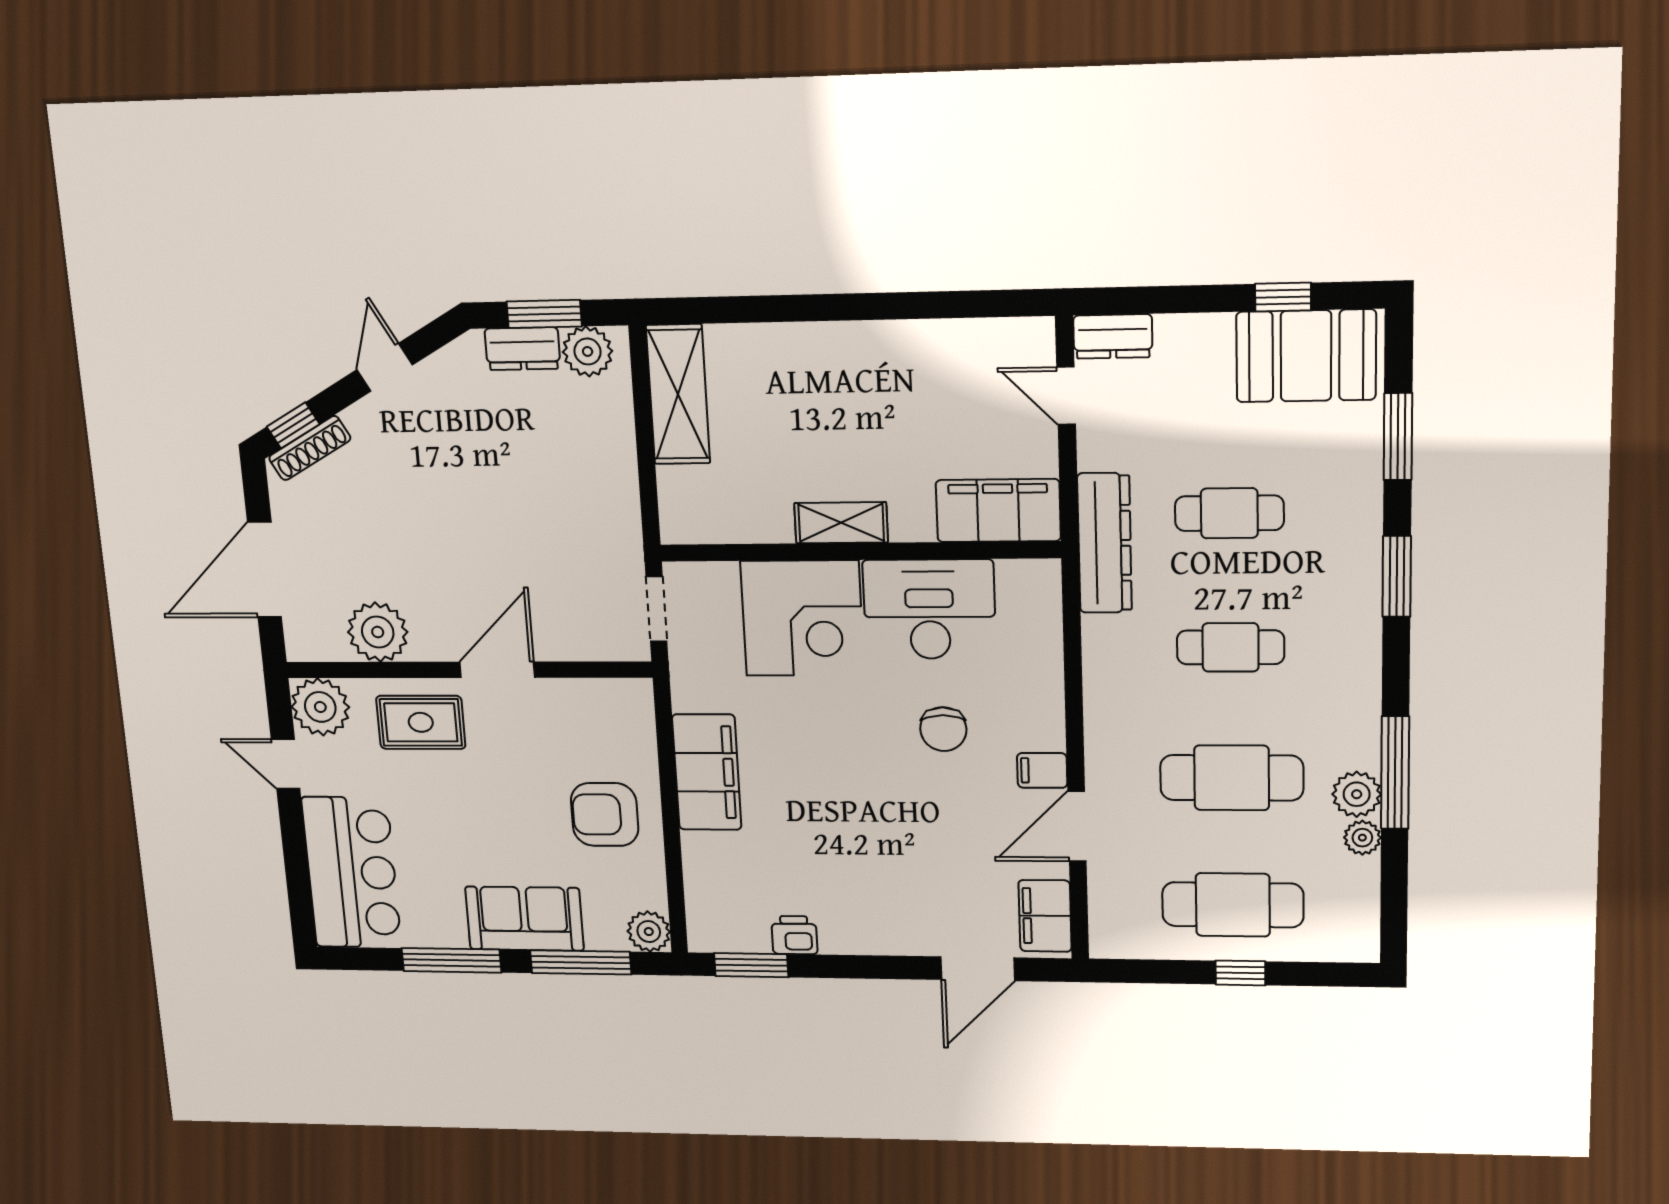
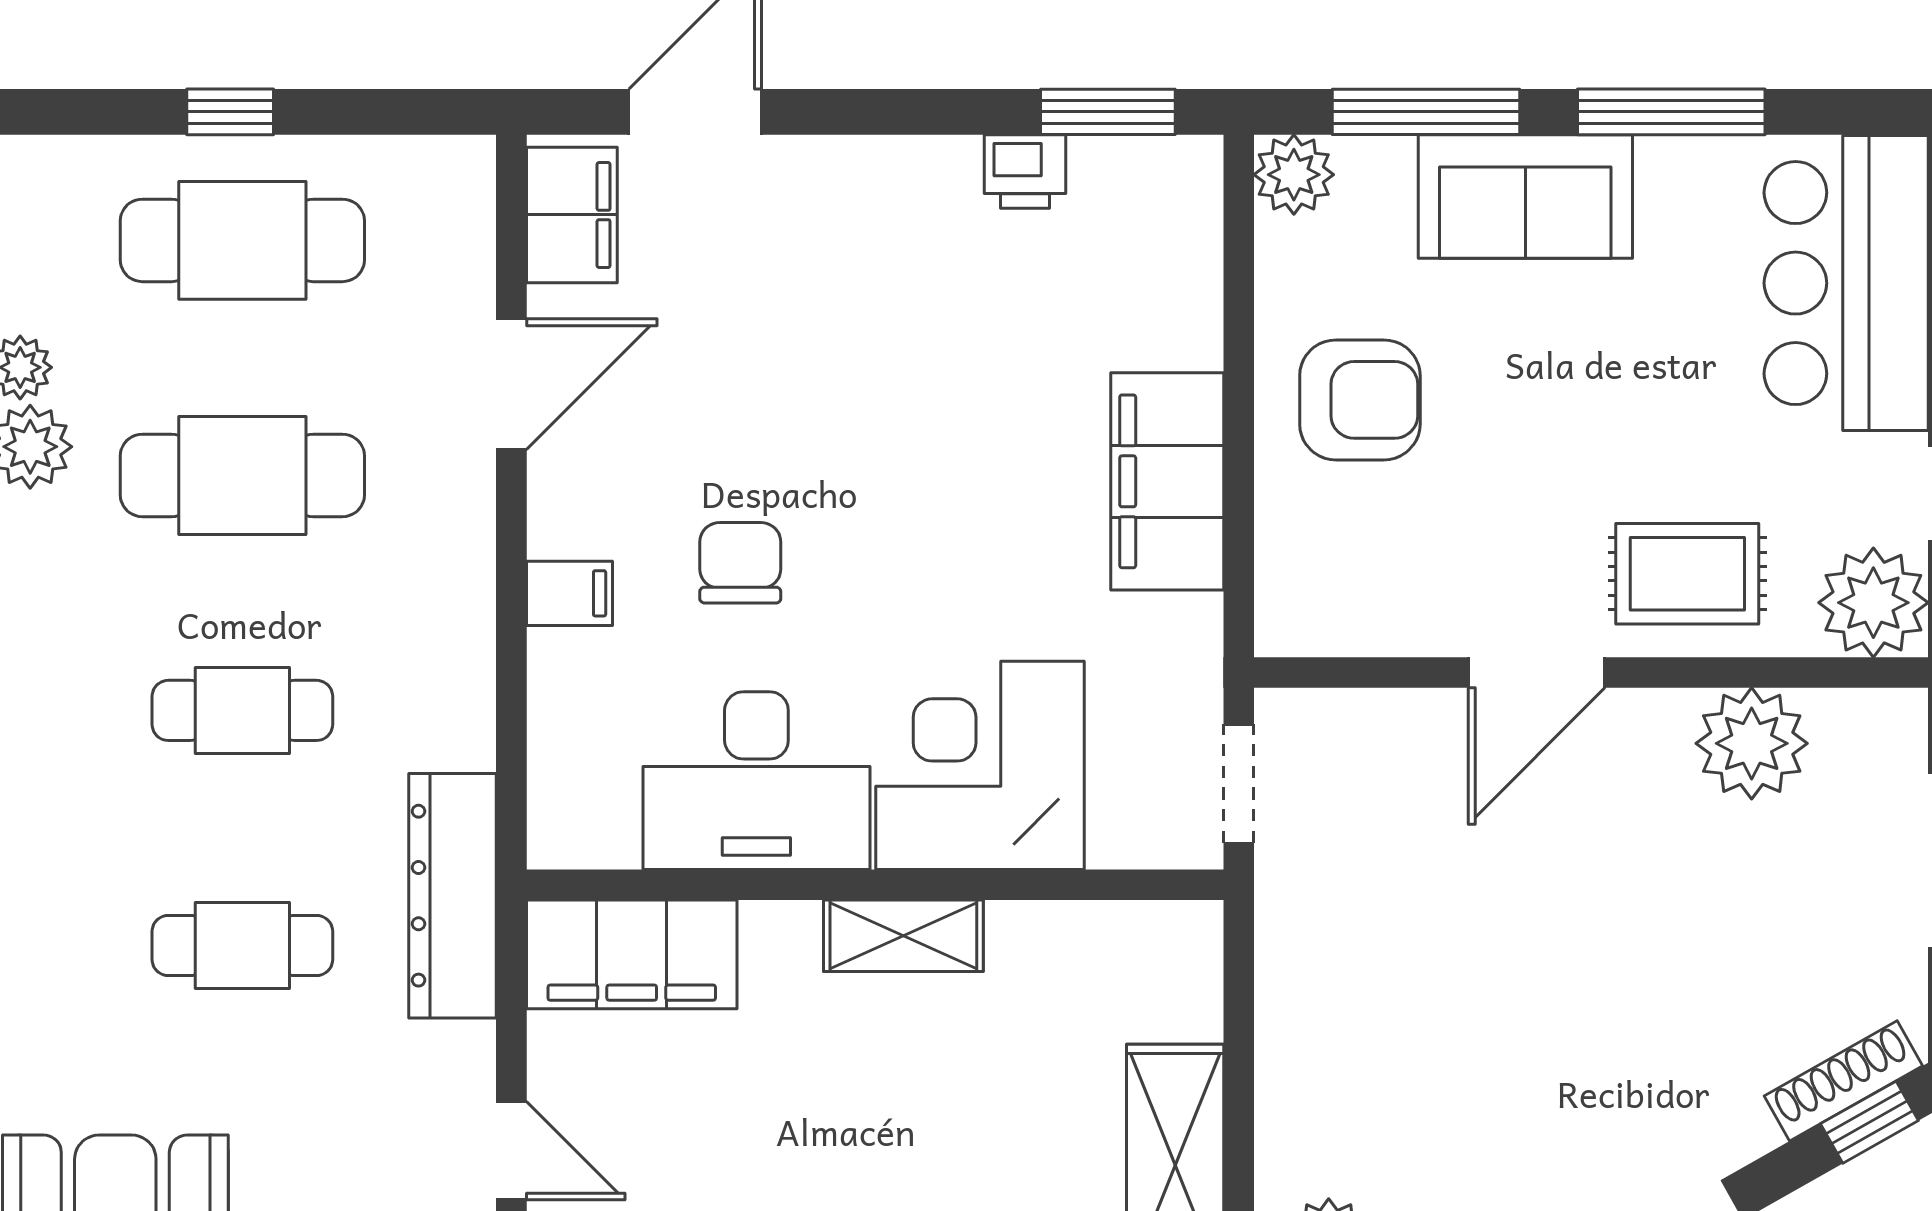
filing cabinet: (1042, 770) -> (569, 593), moved

